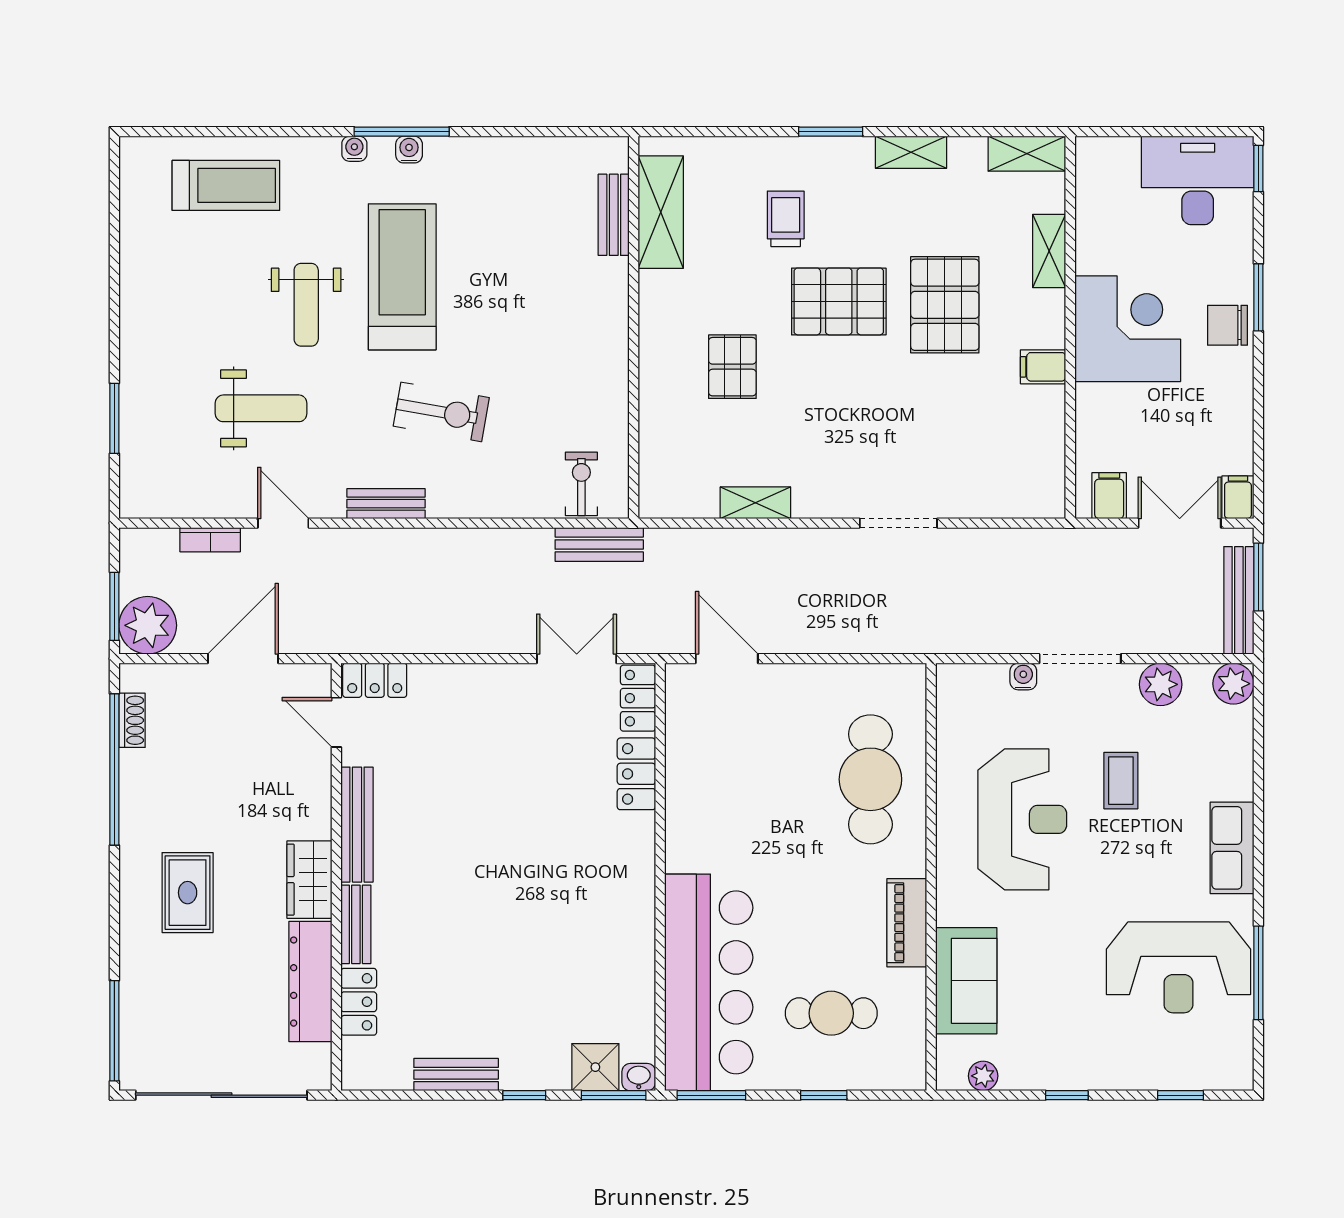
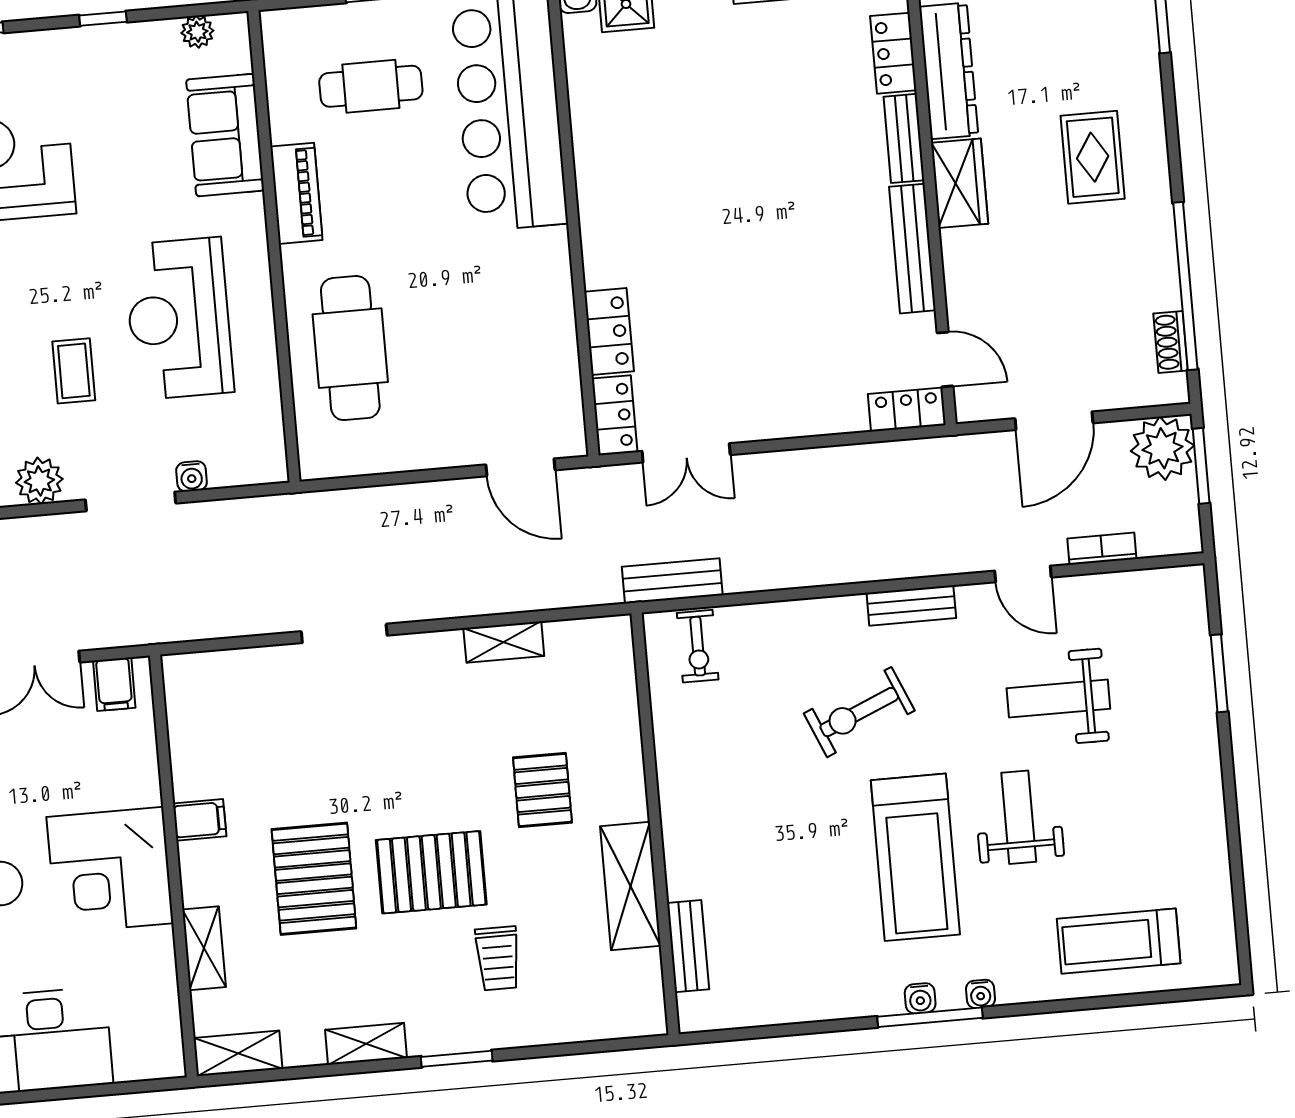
shelving: (661, 212) -> (630, 886), moved
exercise bike: (441, 412) -> (859, 712), turned -33

